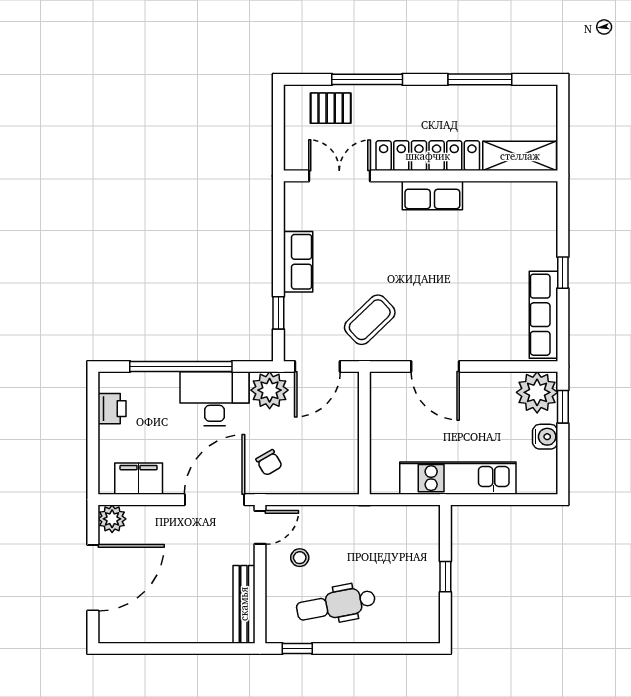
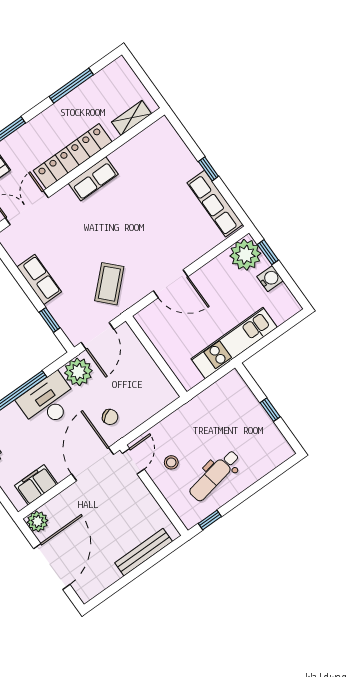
shelving: (520, 156) -> (131, 118), width x0.67, depth x0.75
bench: (244, 604) -> (144, 552), moved, turned 90

